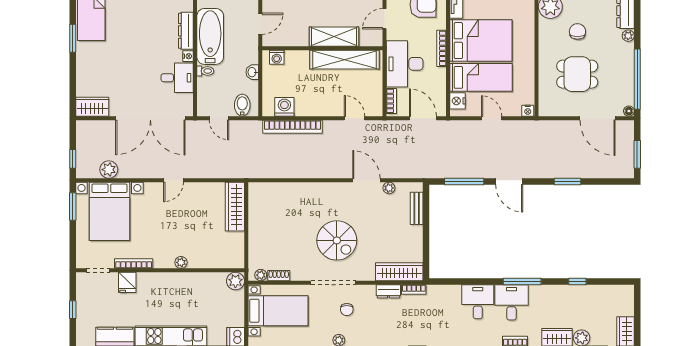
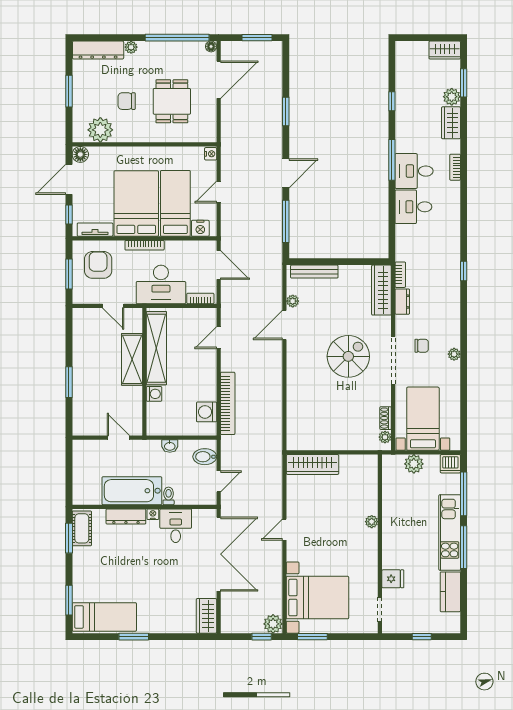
washing machine: (277, 57) -> (154, 394), moved
door: (423, 118) -> (219, 265), swing flipped
plant: (109, 170) -> (273, 624), moved
door: (173, 180) -> (284, 530), swing flipped
bench: (417, 208) -> (314, 272), width x1.36
bookcase: (134, 264) -> (373, 572), removed
plant: (235, 281) -> (414, 464), moved

